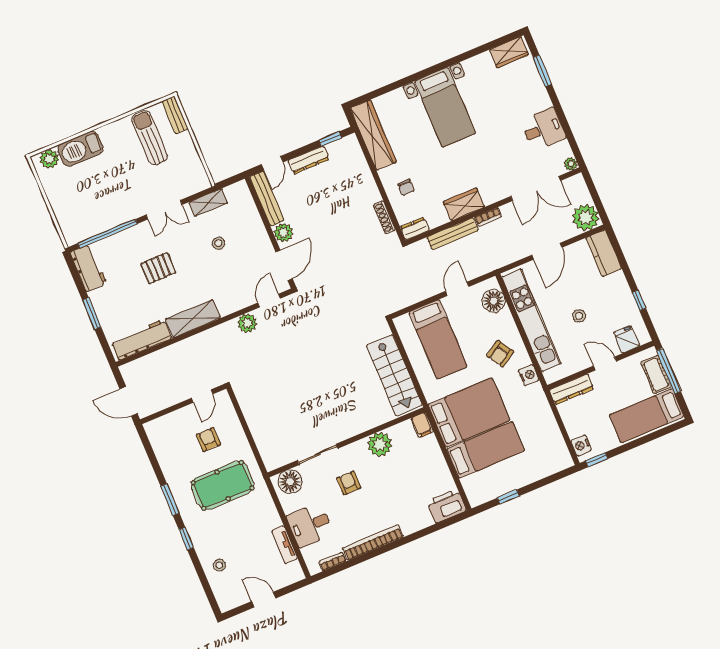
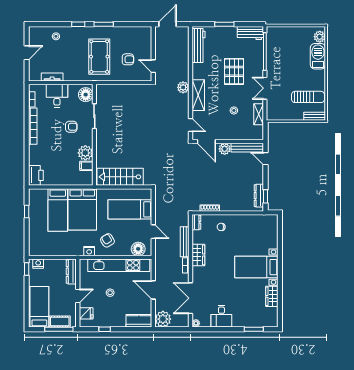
wardrobe: (509, 52) -> (272, 296), moved
wardrobe: (373, 135) -> (258, 221), removed
dresser: (309, 160) -> (259, 196), moved
pallet: (158, 268) -> (234, 71), width x1.50, depth x1.42
shelving: (193, 318) -> (198, 95), moved
plant: (247, 323) -> (183, 87), moved
filing cabinet: (422, 425) -> (86, 166), moved

